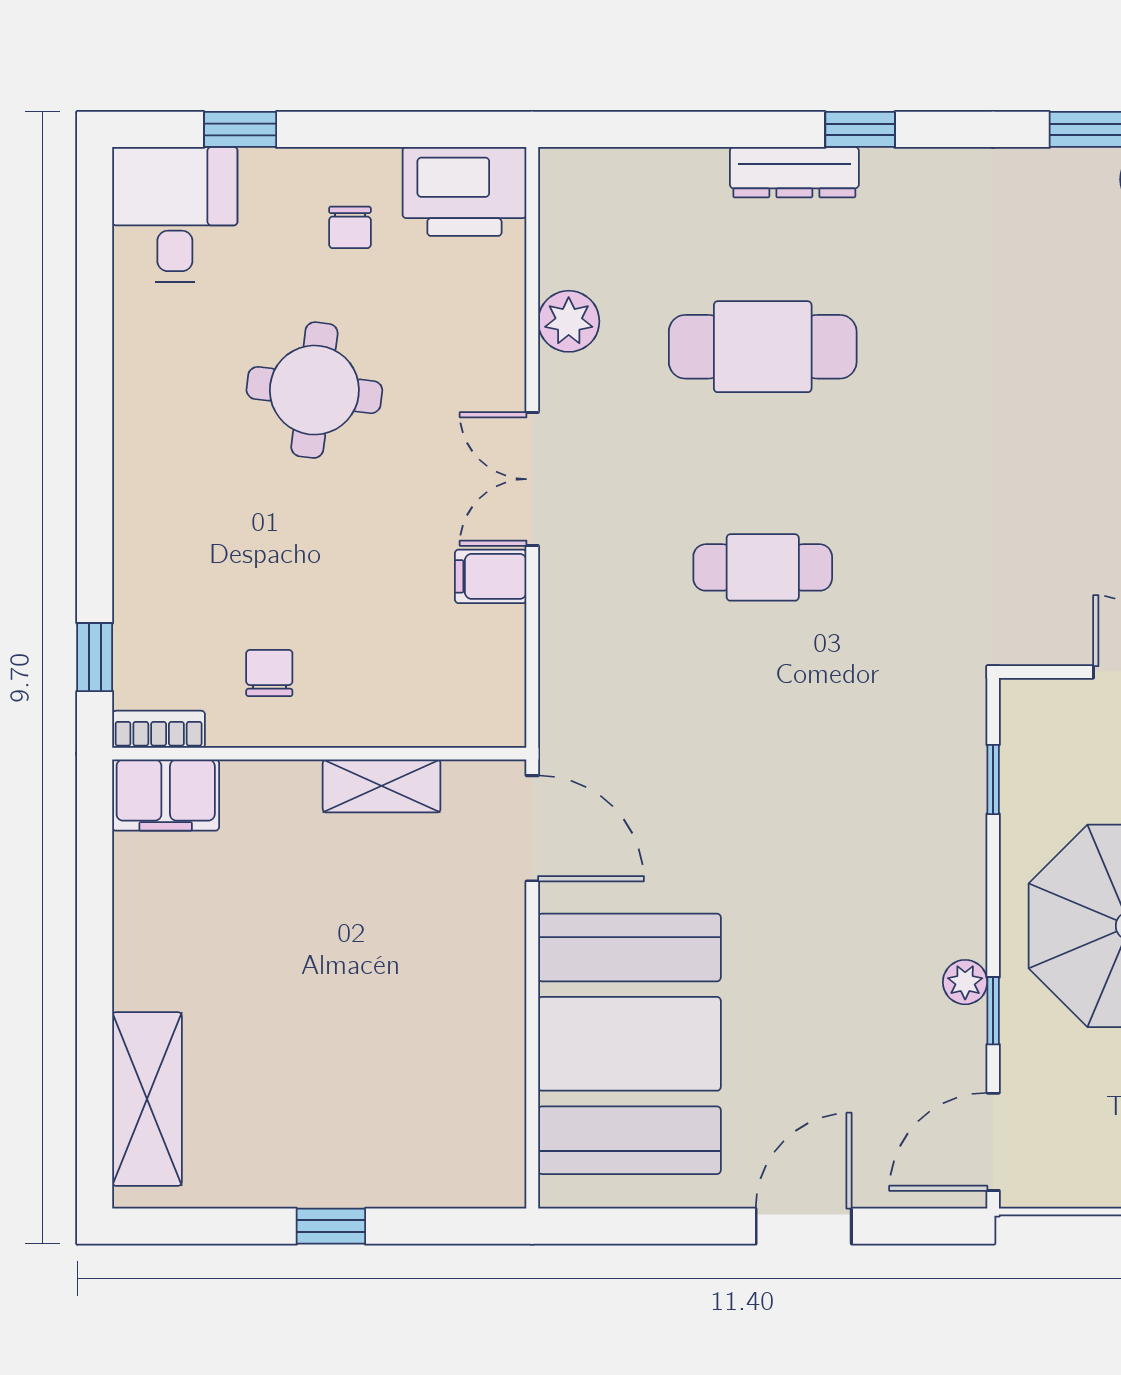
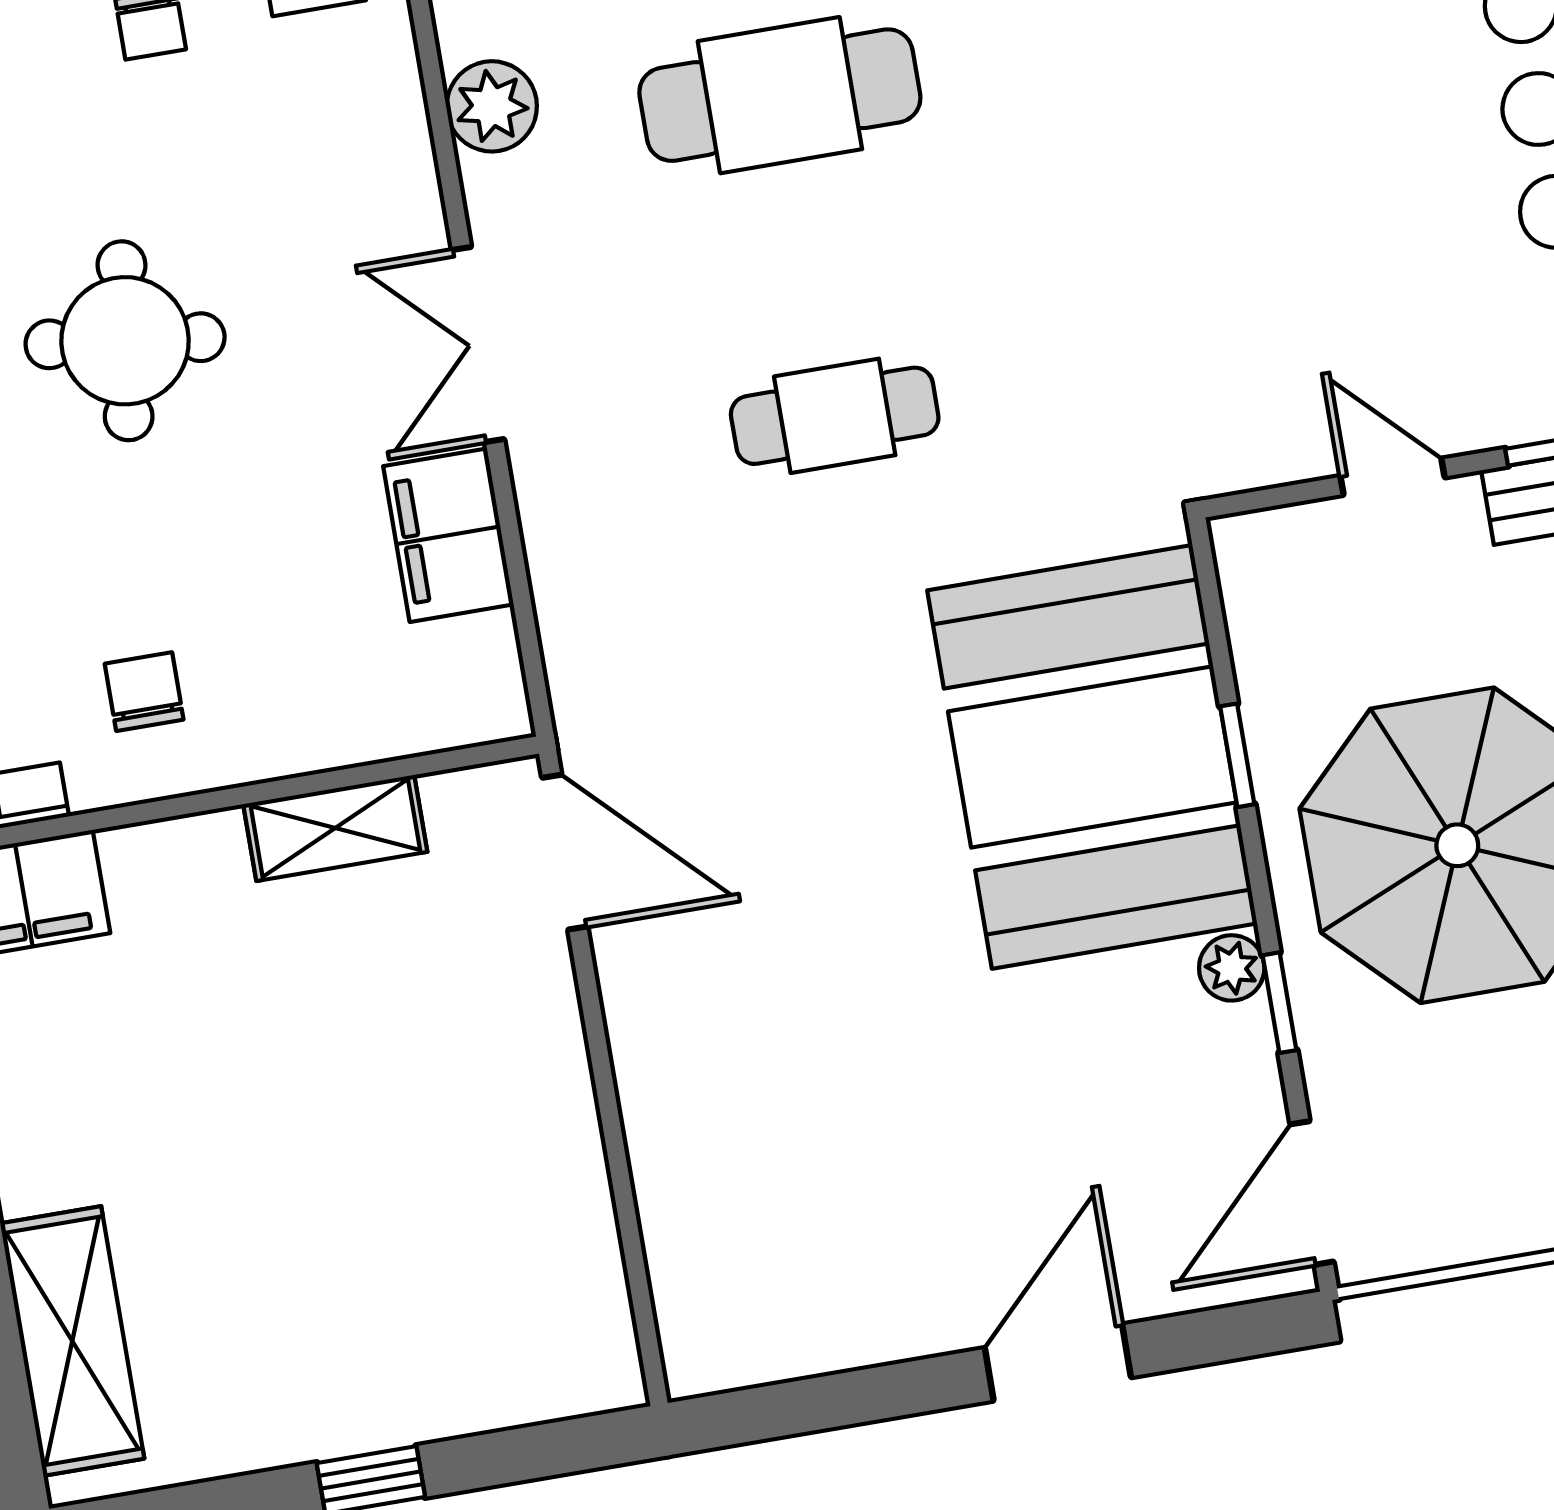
round table: (314, 390) -> (125, 341), moved
filing cabinet: (491, 576) -> (448, 535), width x2.00
window: (993, 779) -> (1237, 755), moved
booth: (629, 1044) -> (1092, 757), moved

